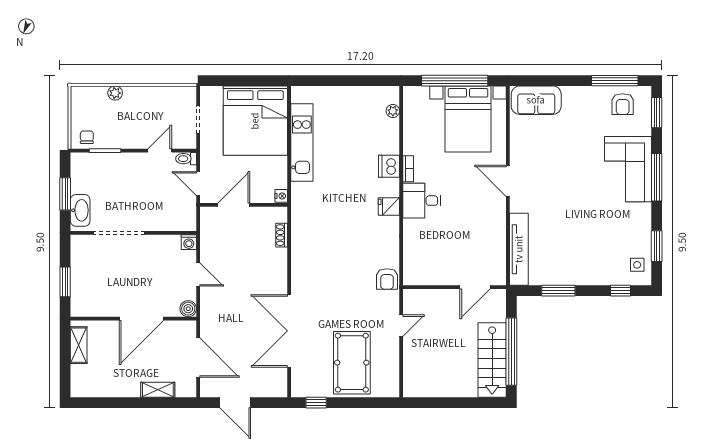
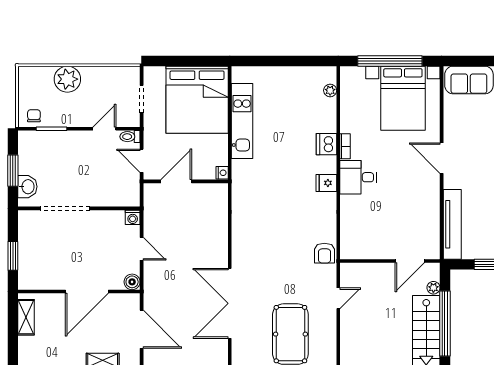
plant: (115, 93) -> (67, 79), width x1.87, depth x1.87
washbasin: (80, 210) -> (27, 187), width x0.72
shoe rack: (282, 235) -> (222, 211), removed
plant: (500, 315) -> (433, 288), added

